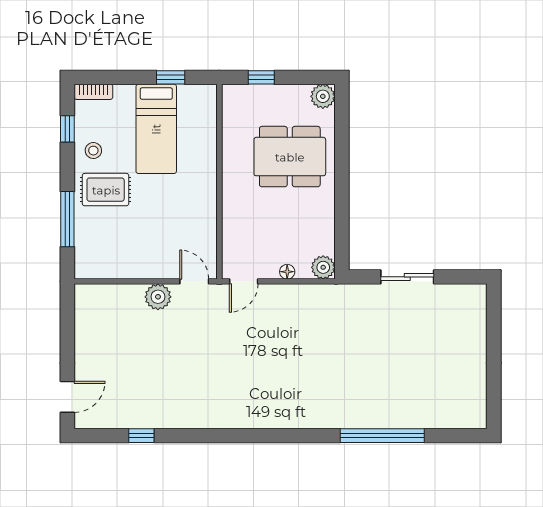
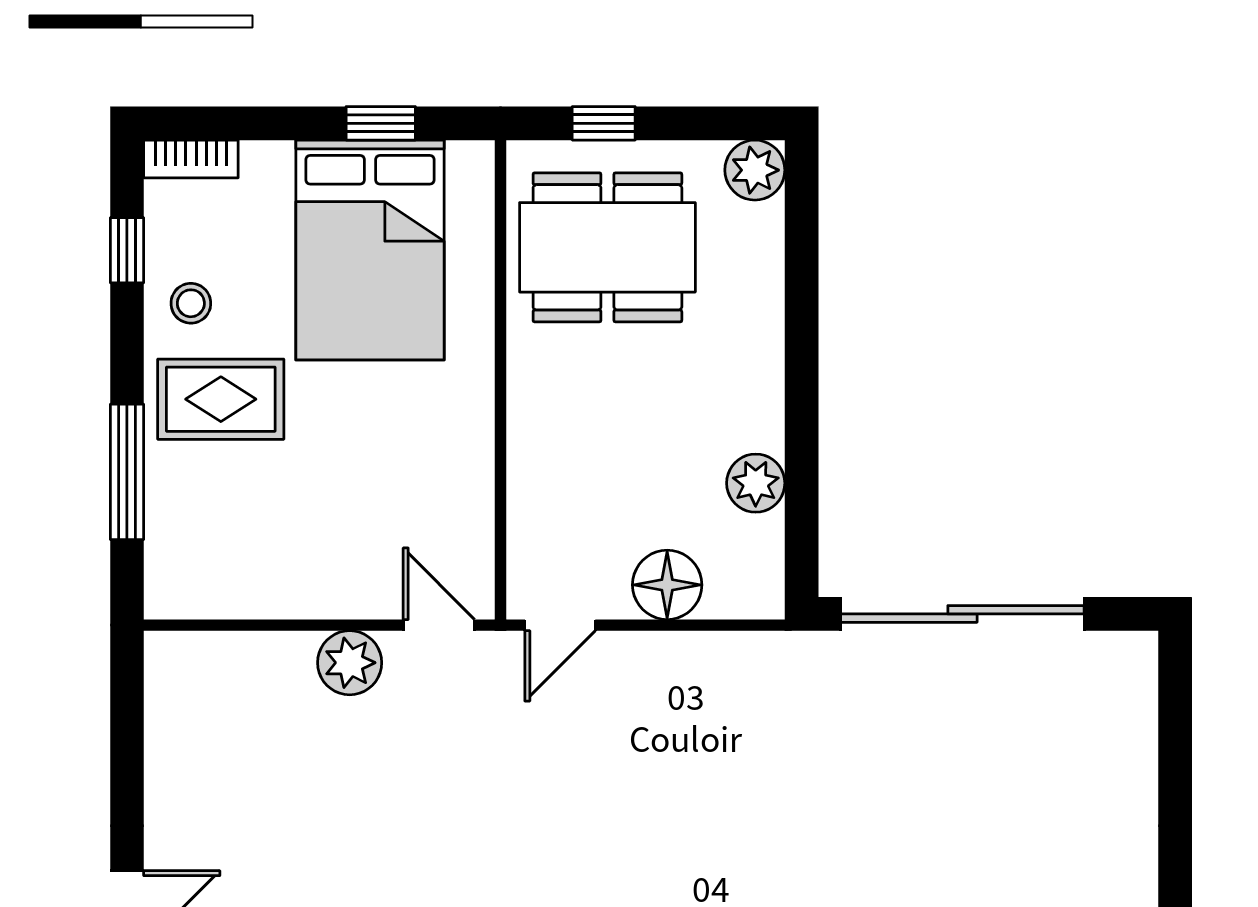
bed: (156, 129) -> (370, 250), width x1.50
dining table: (290, 157) -> (607, 247), moved
plant: (323, 267) -> (756, 483), moved
floor lamp: (287, 272) -> (667, 585), width x1.89, depth x1.89
sliding door: (407, 277) -> (962, 614), width x1.86

